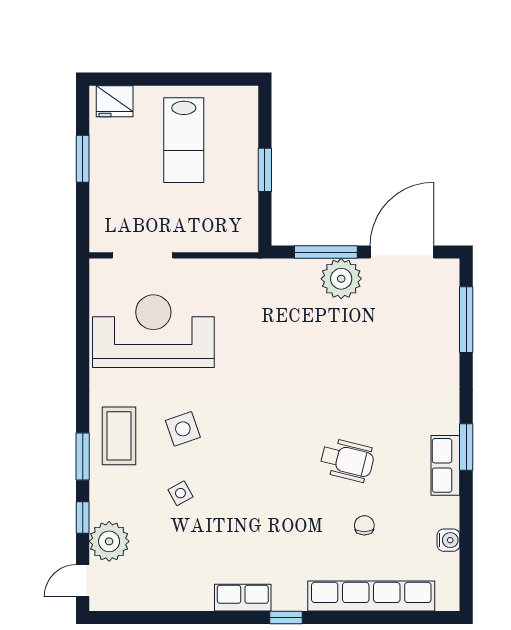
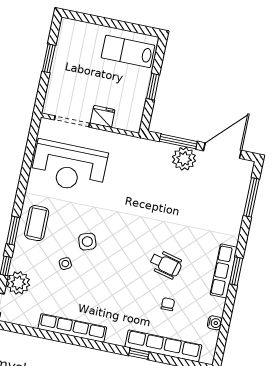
fridge: (115, 101) -> (103, 116), moved, turned 180
lab bench: (184, 140) -> (128, 51), moved, turned 90
reception desk: (153, 331) -> (69, 167), turned 180
side table: (183, 429) -> (87, 242), moved
row of seats: (445, 465) -> (224, 271), width x1.48
row of seats: (243, 598) -> (72, 328), width x2.02
window: (286, 617) -> (139, 354), moved

